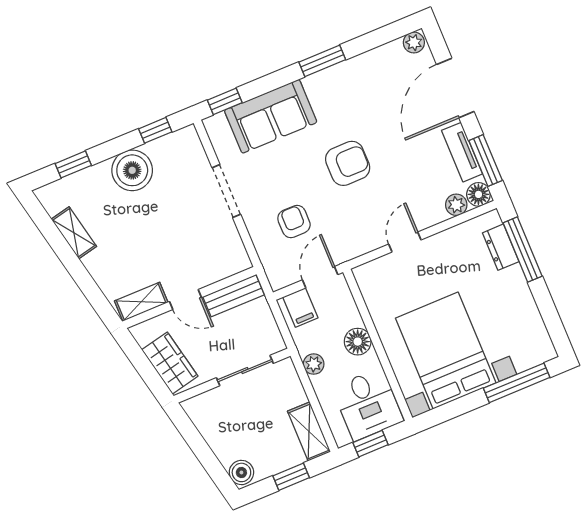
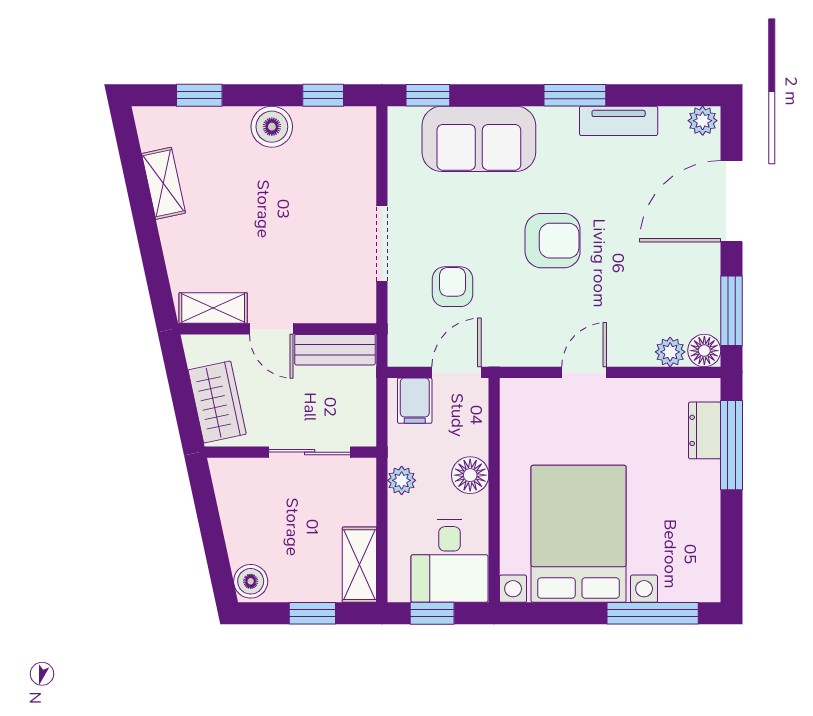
tv unit: (462, 152) -> (619, 121), moved, turned -90
boiler: (132, 170) -> (272, 127), width x0.73, depth x0.73
doorway: (226, 191) -> (382, 244), moved

